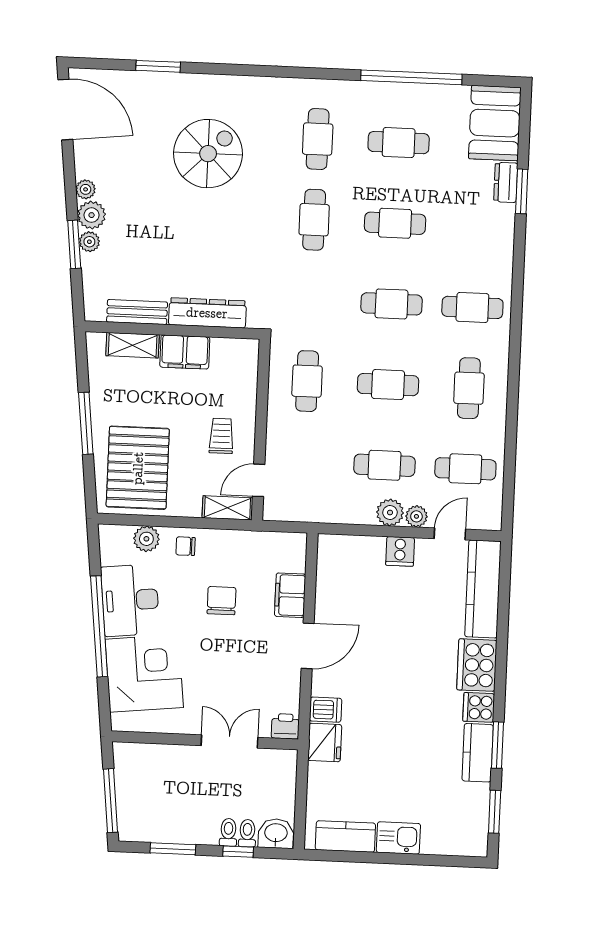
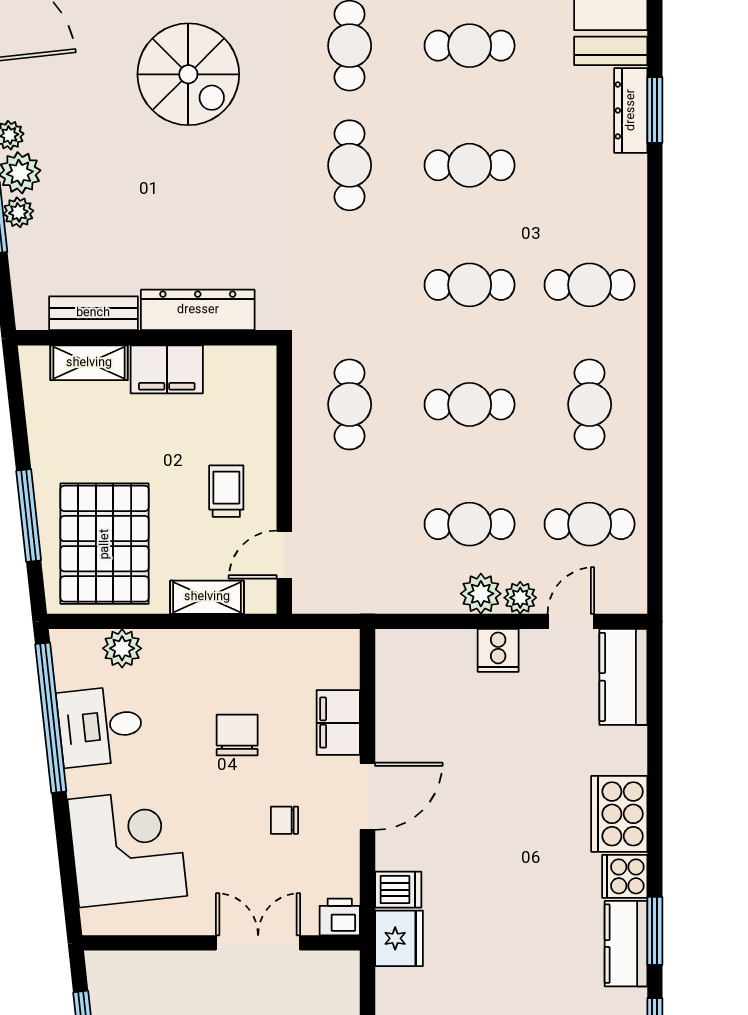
spiral stairs: (208, 154) -> (188, 74), turned 90
dresser: (506, 182) -> (631, 110), width x1.44
window: (86, 423) -> (29, 516), moved
shelving: (227, 508) -> (207, 597), moved
chair: (185, 546) -> (284, 820), moved
kitchen counter: (483, 589) -> (623, 677), width x0.67
desk: (130, 600) -> (100, 726), width x0.73
window: (99, 626) -> (51, 718), moved

